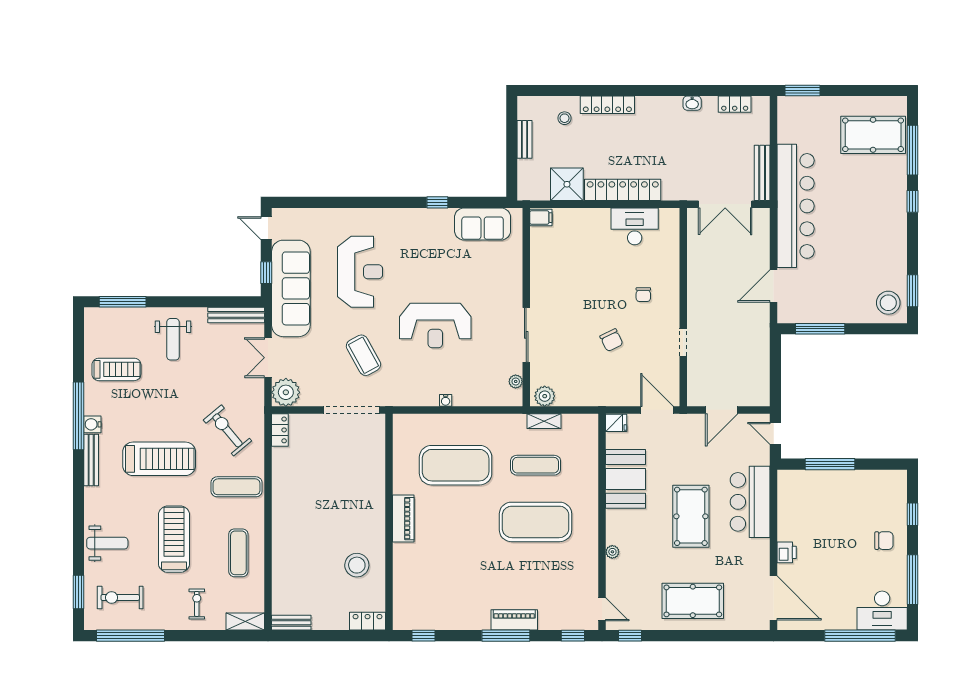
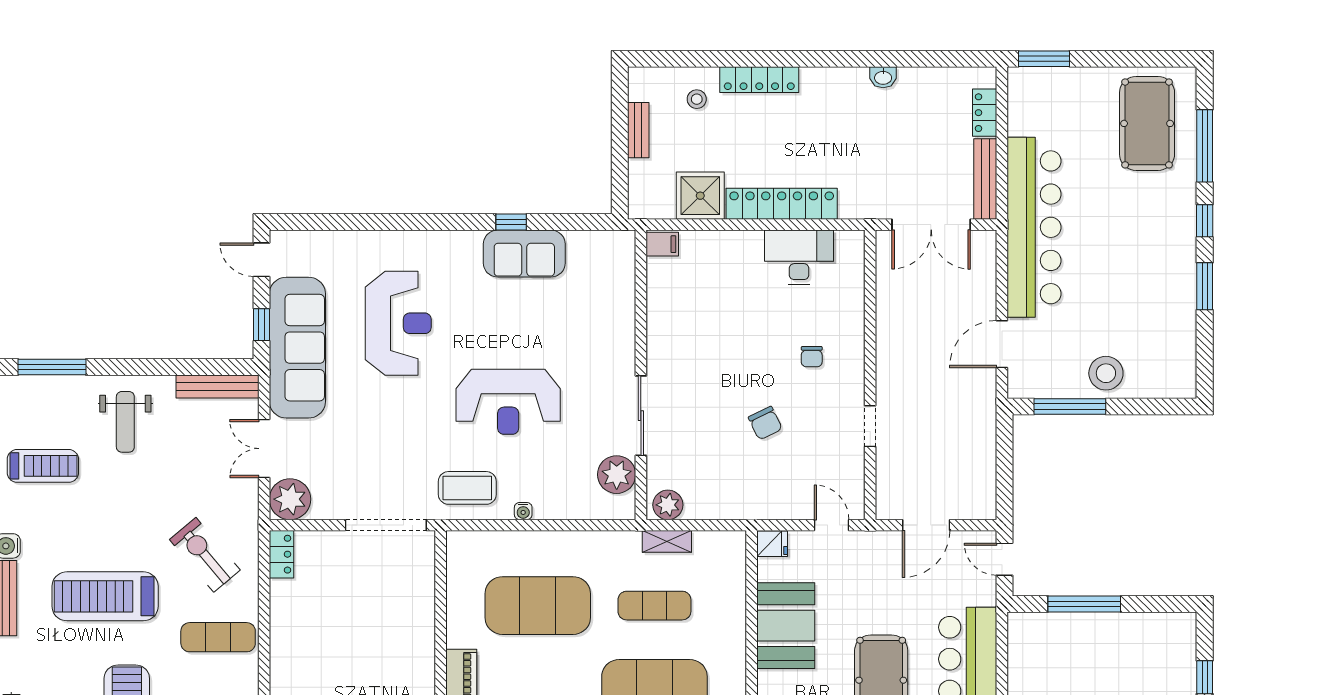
locker: (735, 104) -> (985, 113), moved, turned 90
pool table: (873, 135) -> (1147, 123), turned 90
sofa: (483, 224) -> (524, 254), moved
window: (913, 291) -> (1205, 286), moved
stool: (888, 303) -> (1106, 373), moved
coffee table: (363, 355) -> (467, 488), moved, turned -61
plant: (516, 381) -> (617, 475), width x1.88, depth x1.88
door: (657, 410) -> (832, 525), width x0.73
treadmill: (159, 459) -> (105, 596), turned 180

